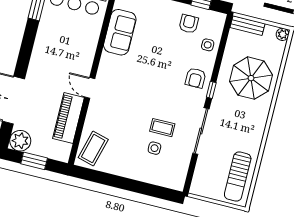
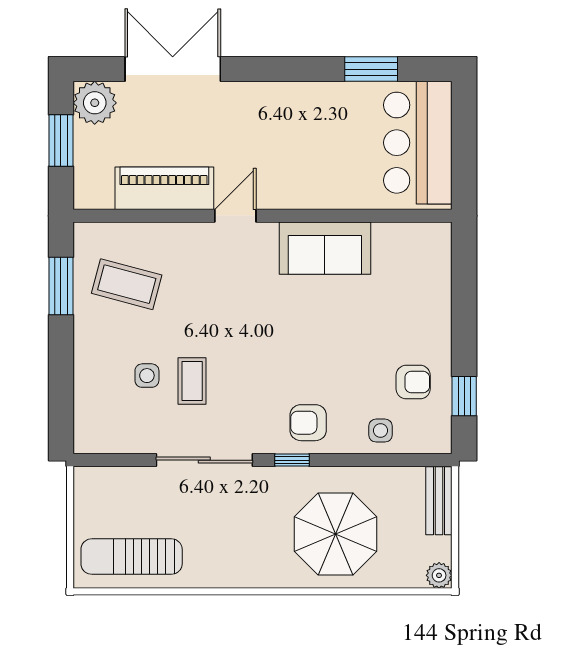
sofa: (120, 32) -> (325, 248), moved
coffee table: (93, 149) -> (127, 284), moved
window: (102, 178) -> (61, 286), added

